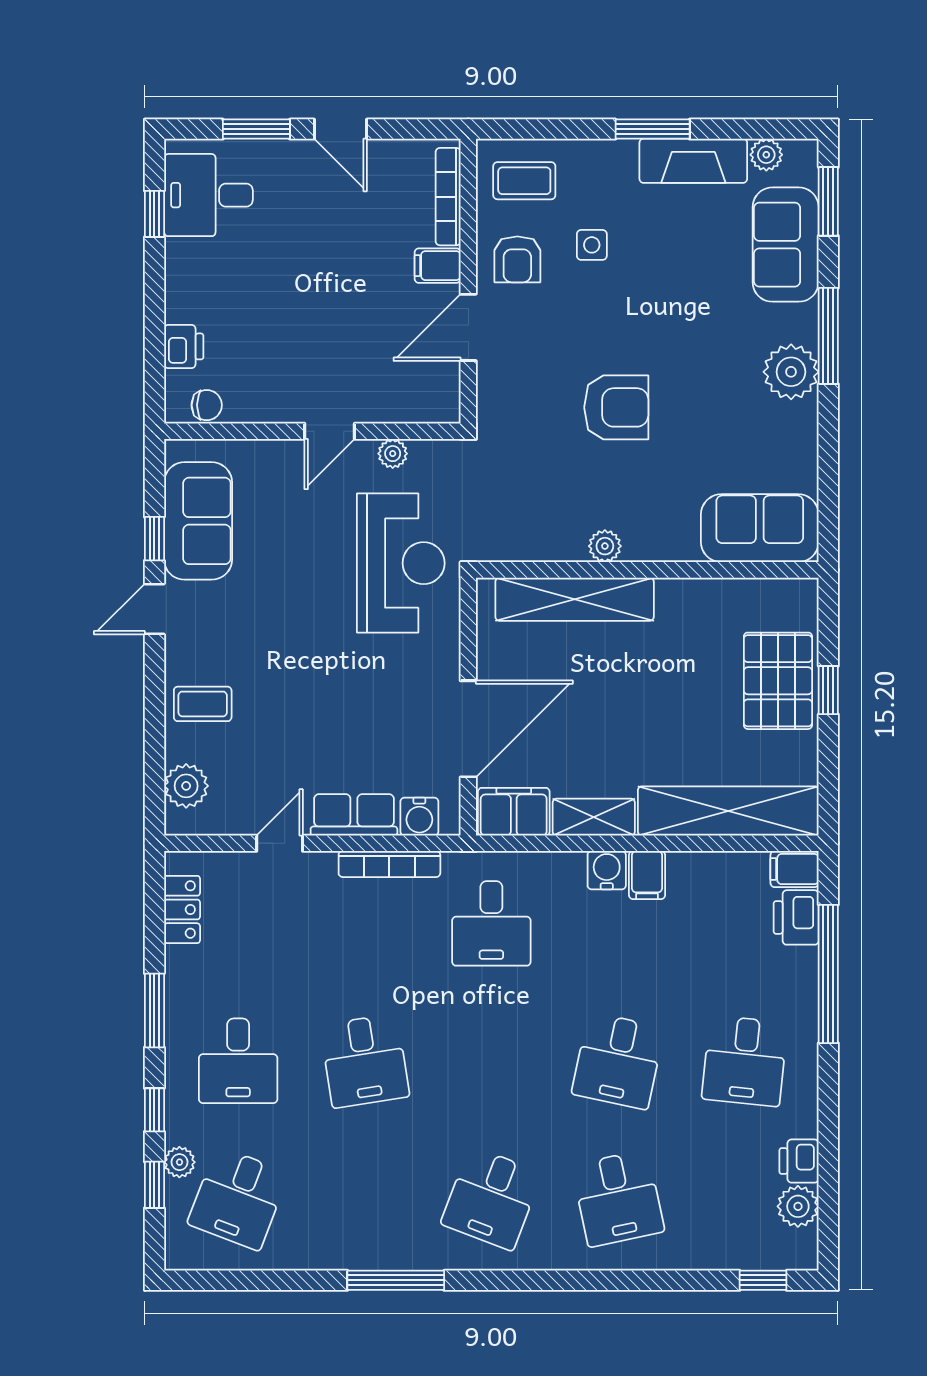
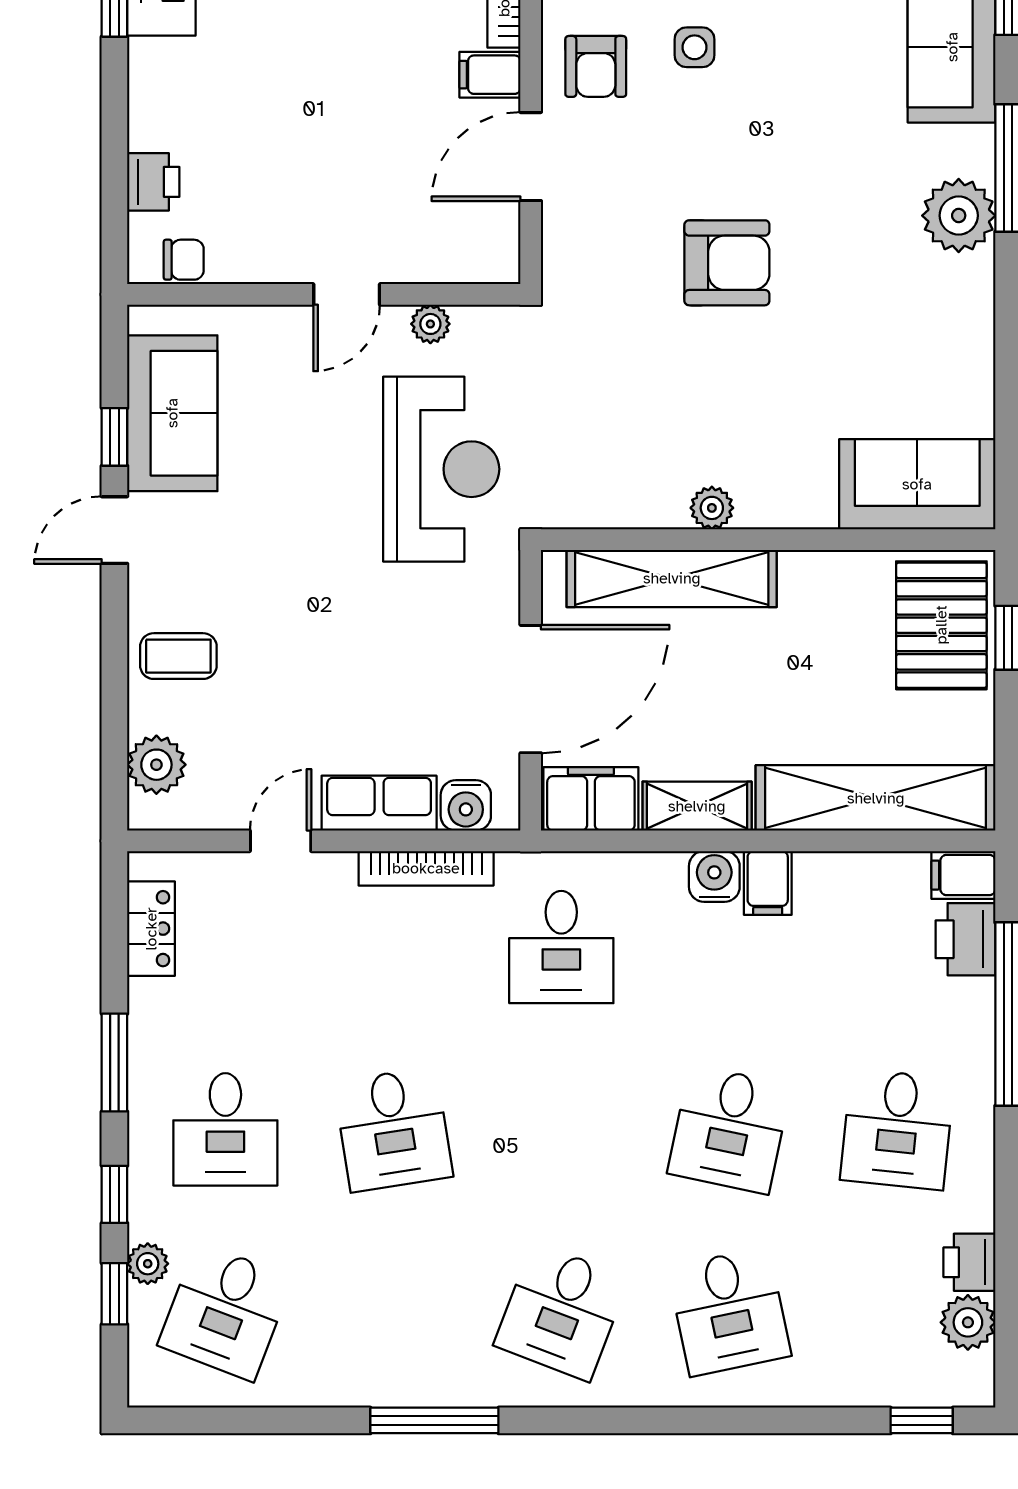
sofa: (760, 528) -> (917, 484), moved
plant: (605, 546) -> (712, 508), moved
wall: (647, 570) -> (768, 540), moved
shelving: (575, 599) -> (672, 578), moved

